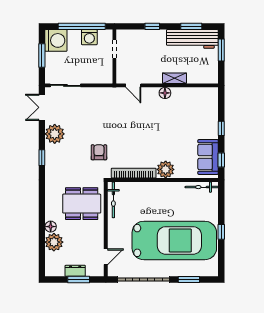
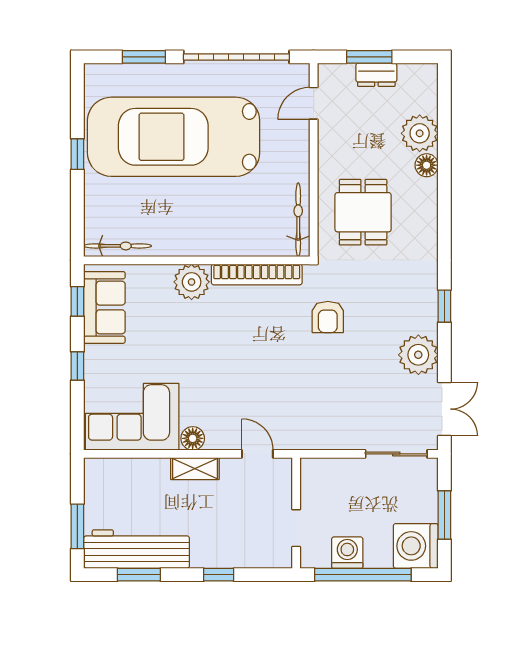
shelving: (174, 78) -> (195, 469), moved
corner sofa: (195, 104) -> (132, 417), added
dining table: (82, 204) -> (363, 212), width x0.73

